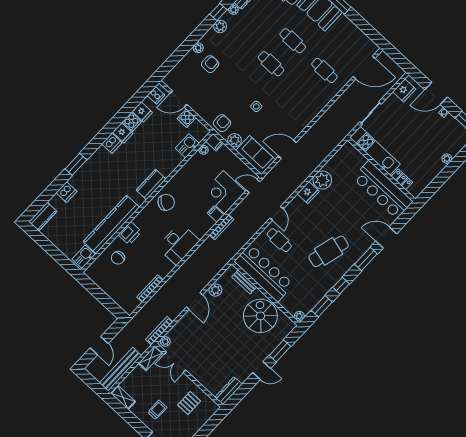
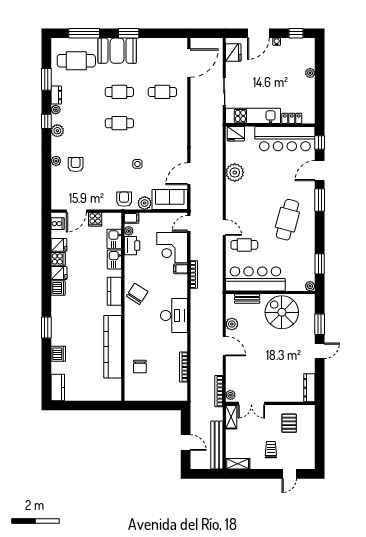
fridge: (308, 193) -> (236, 134), moved, turned 90
printer: (130, 233) -> (132, 246), moved
kitchen sink: (84, 257) -> (114, 259), moved
window: (341, 286) -> (320, 142), moved

